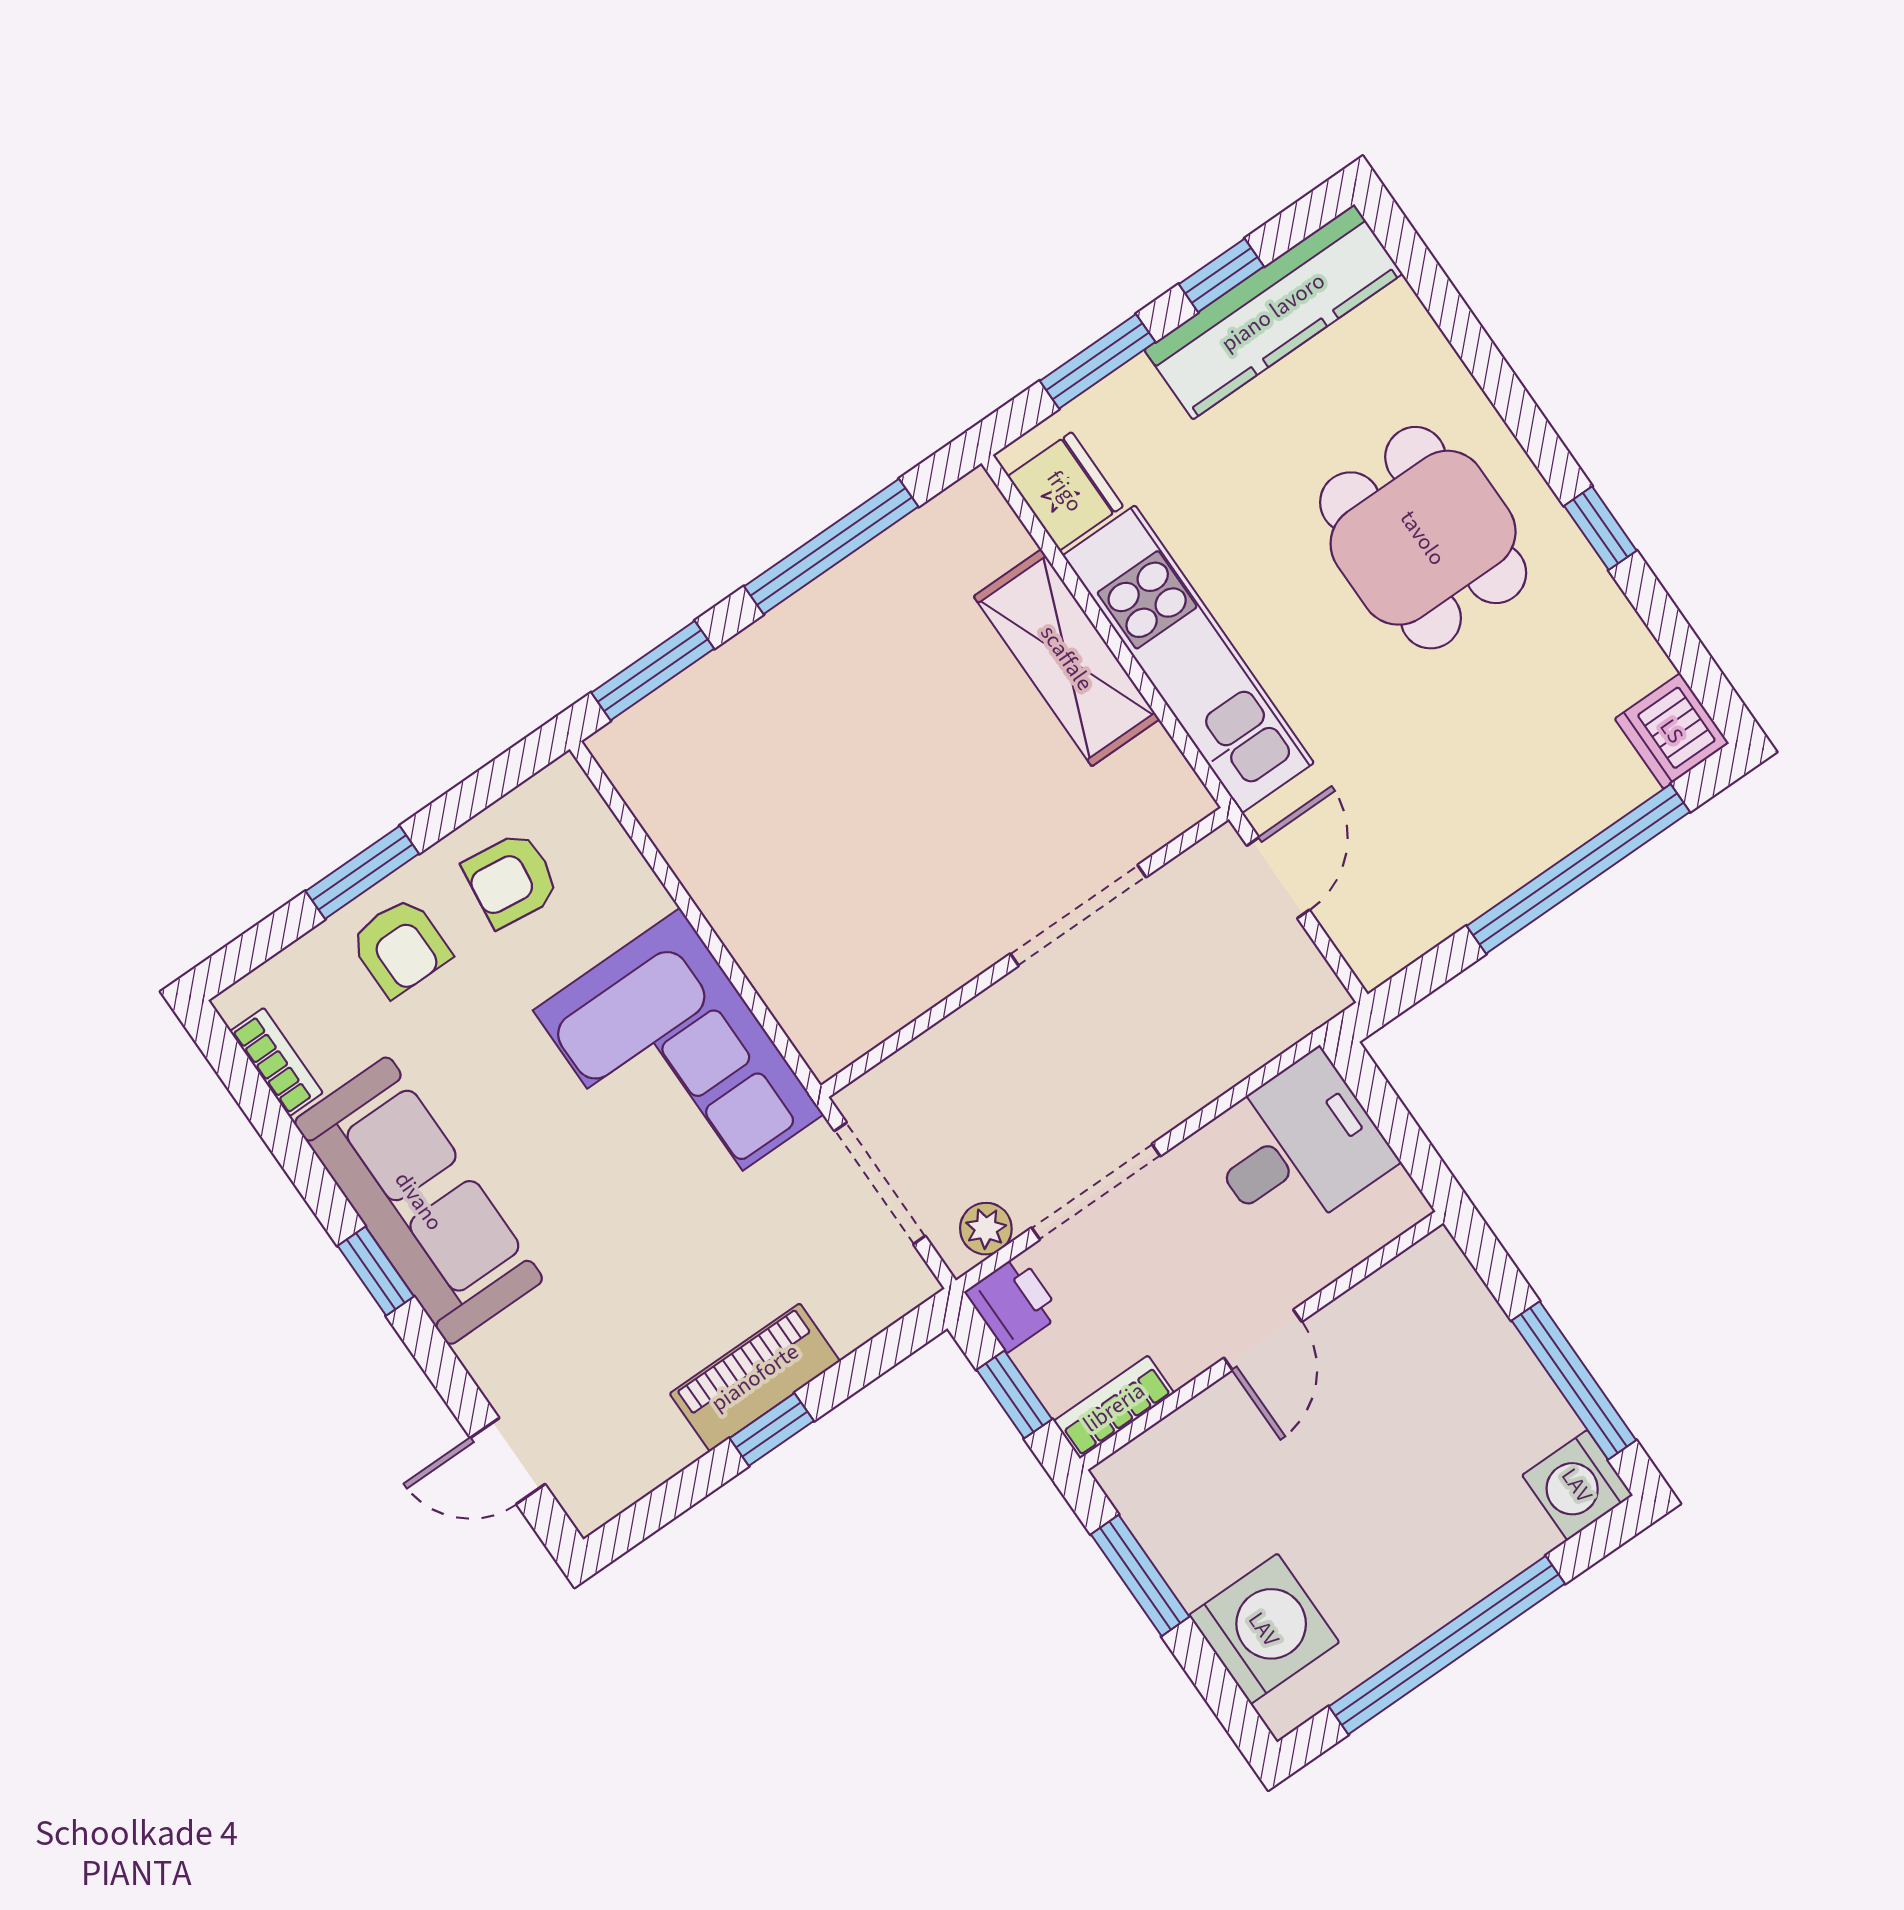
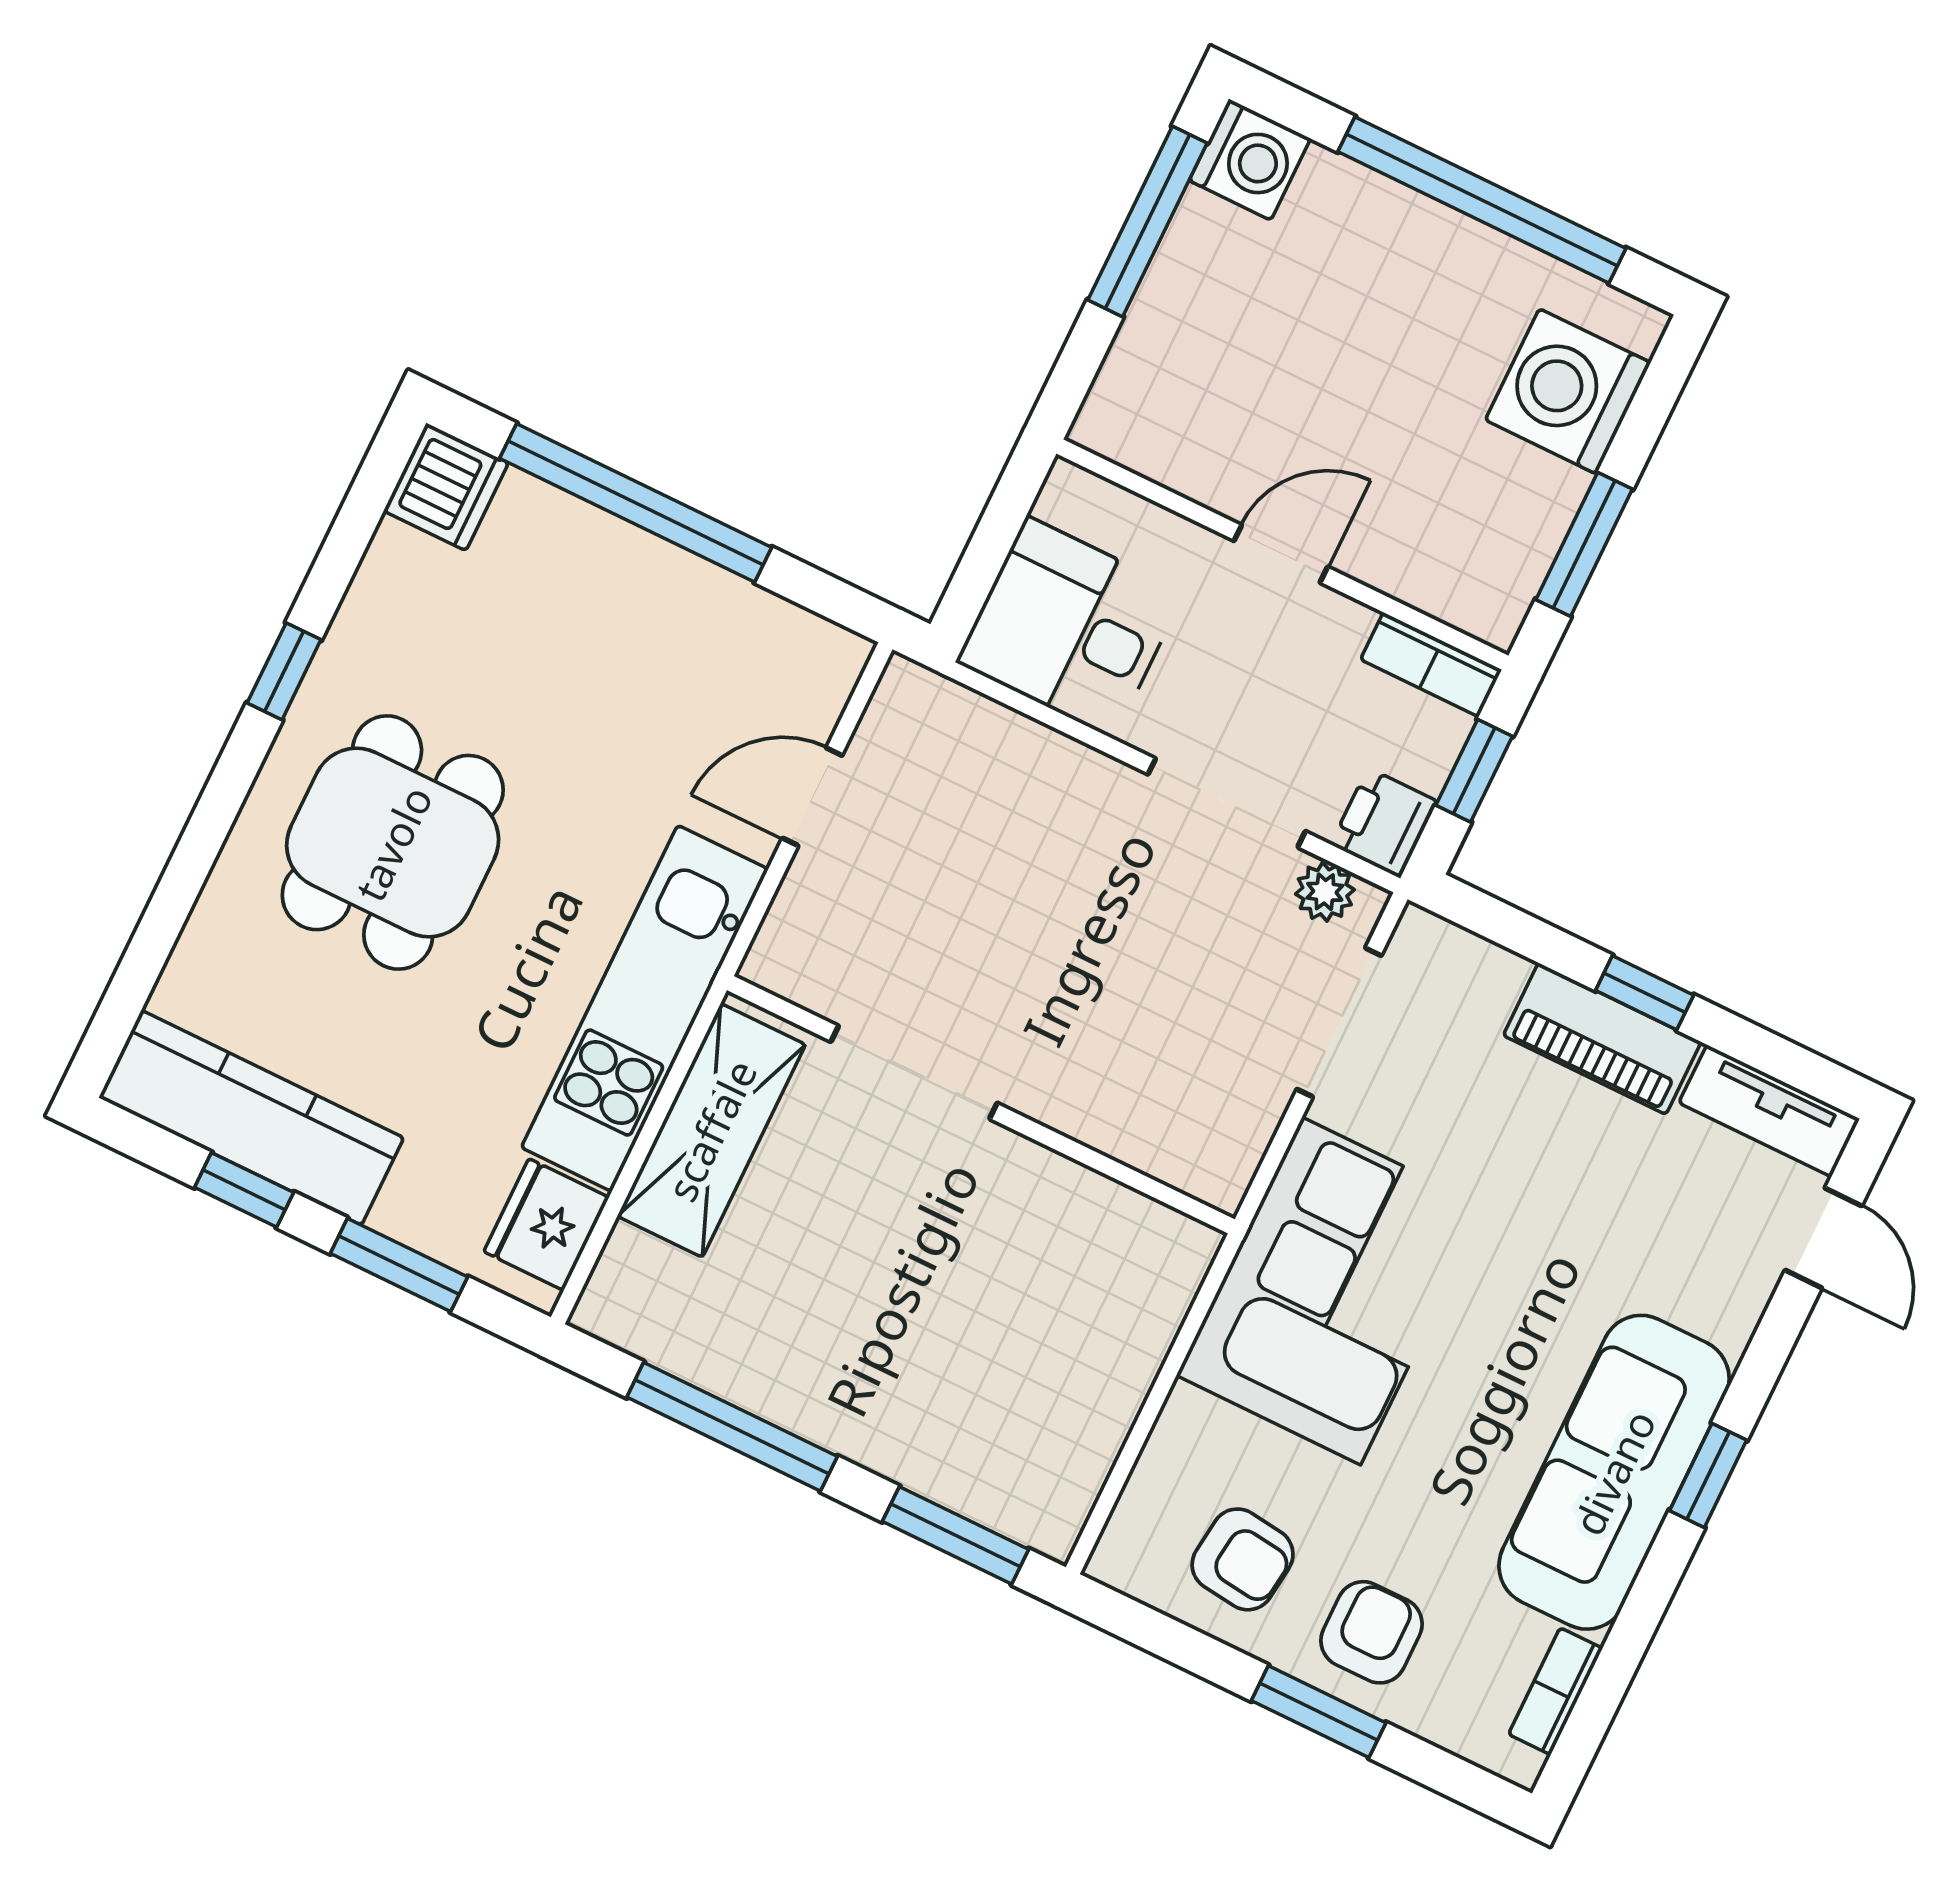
doorway: (1078, 915) -> (914, 1072), moved
wall: (1025, 952) -> (981, 1105), moved
tv unit: (628, 1474) -> (1769, 1111), added

